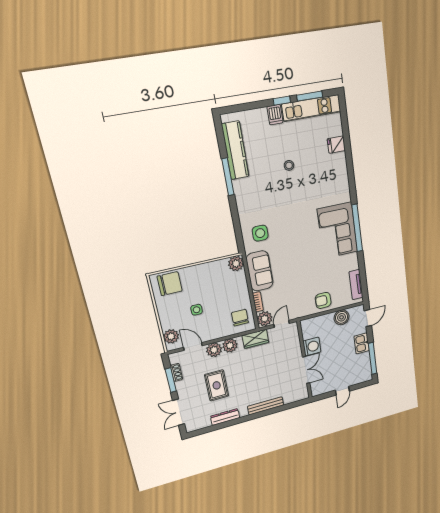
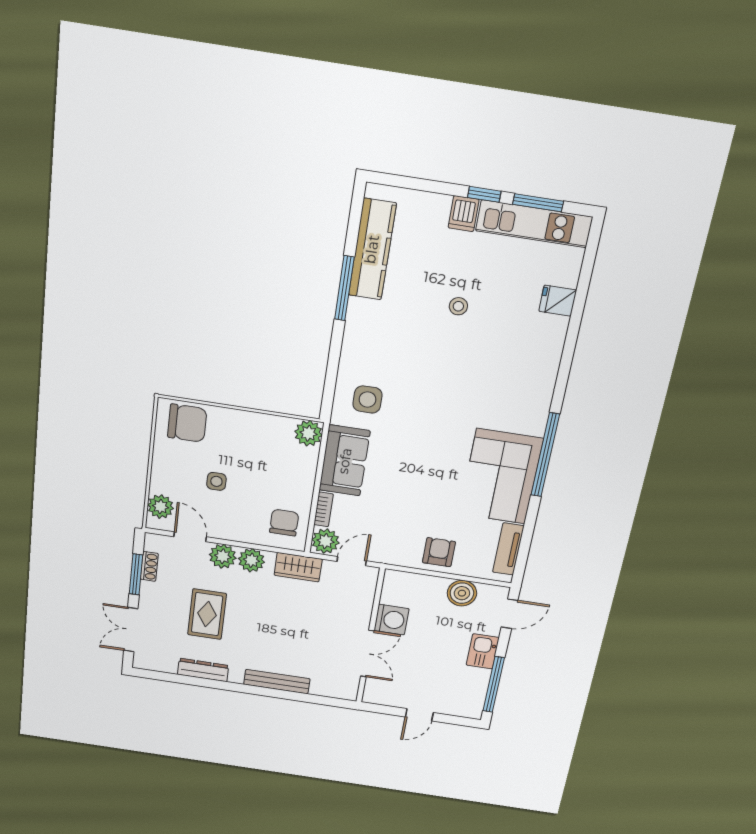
corner sofa: (338, 230) -> (501, 477), moved
armchair: (323, 300) -> (439, 552), turned 90

